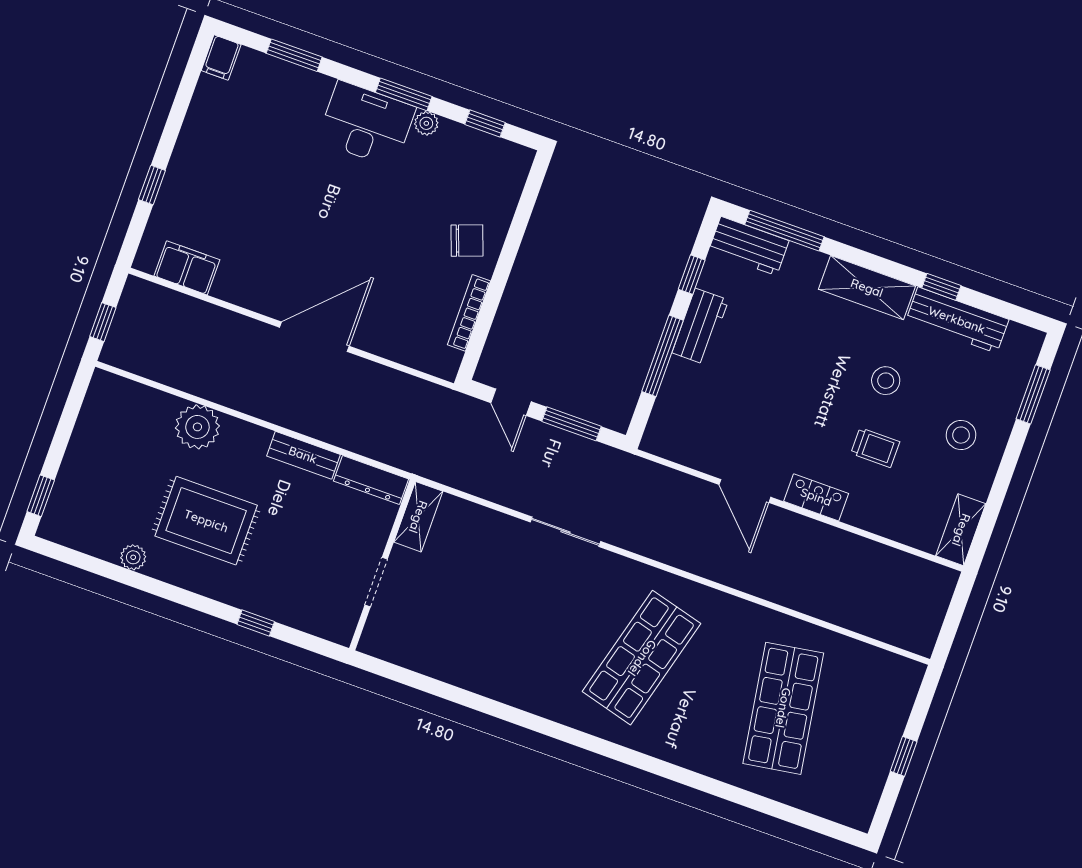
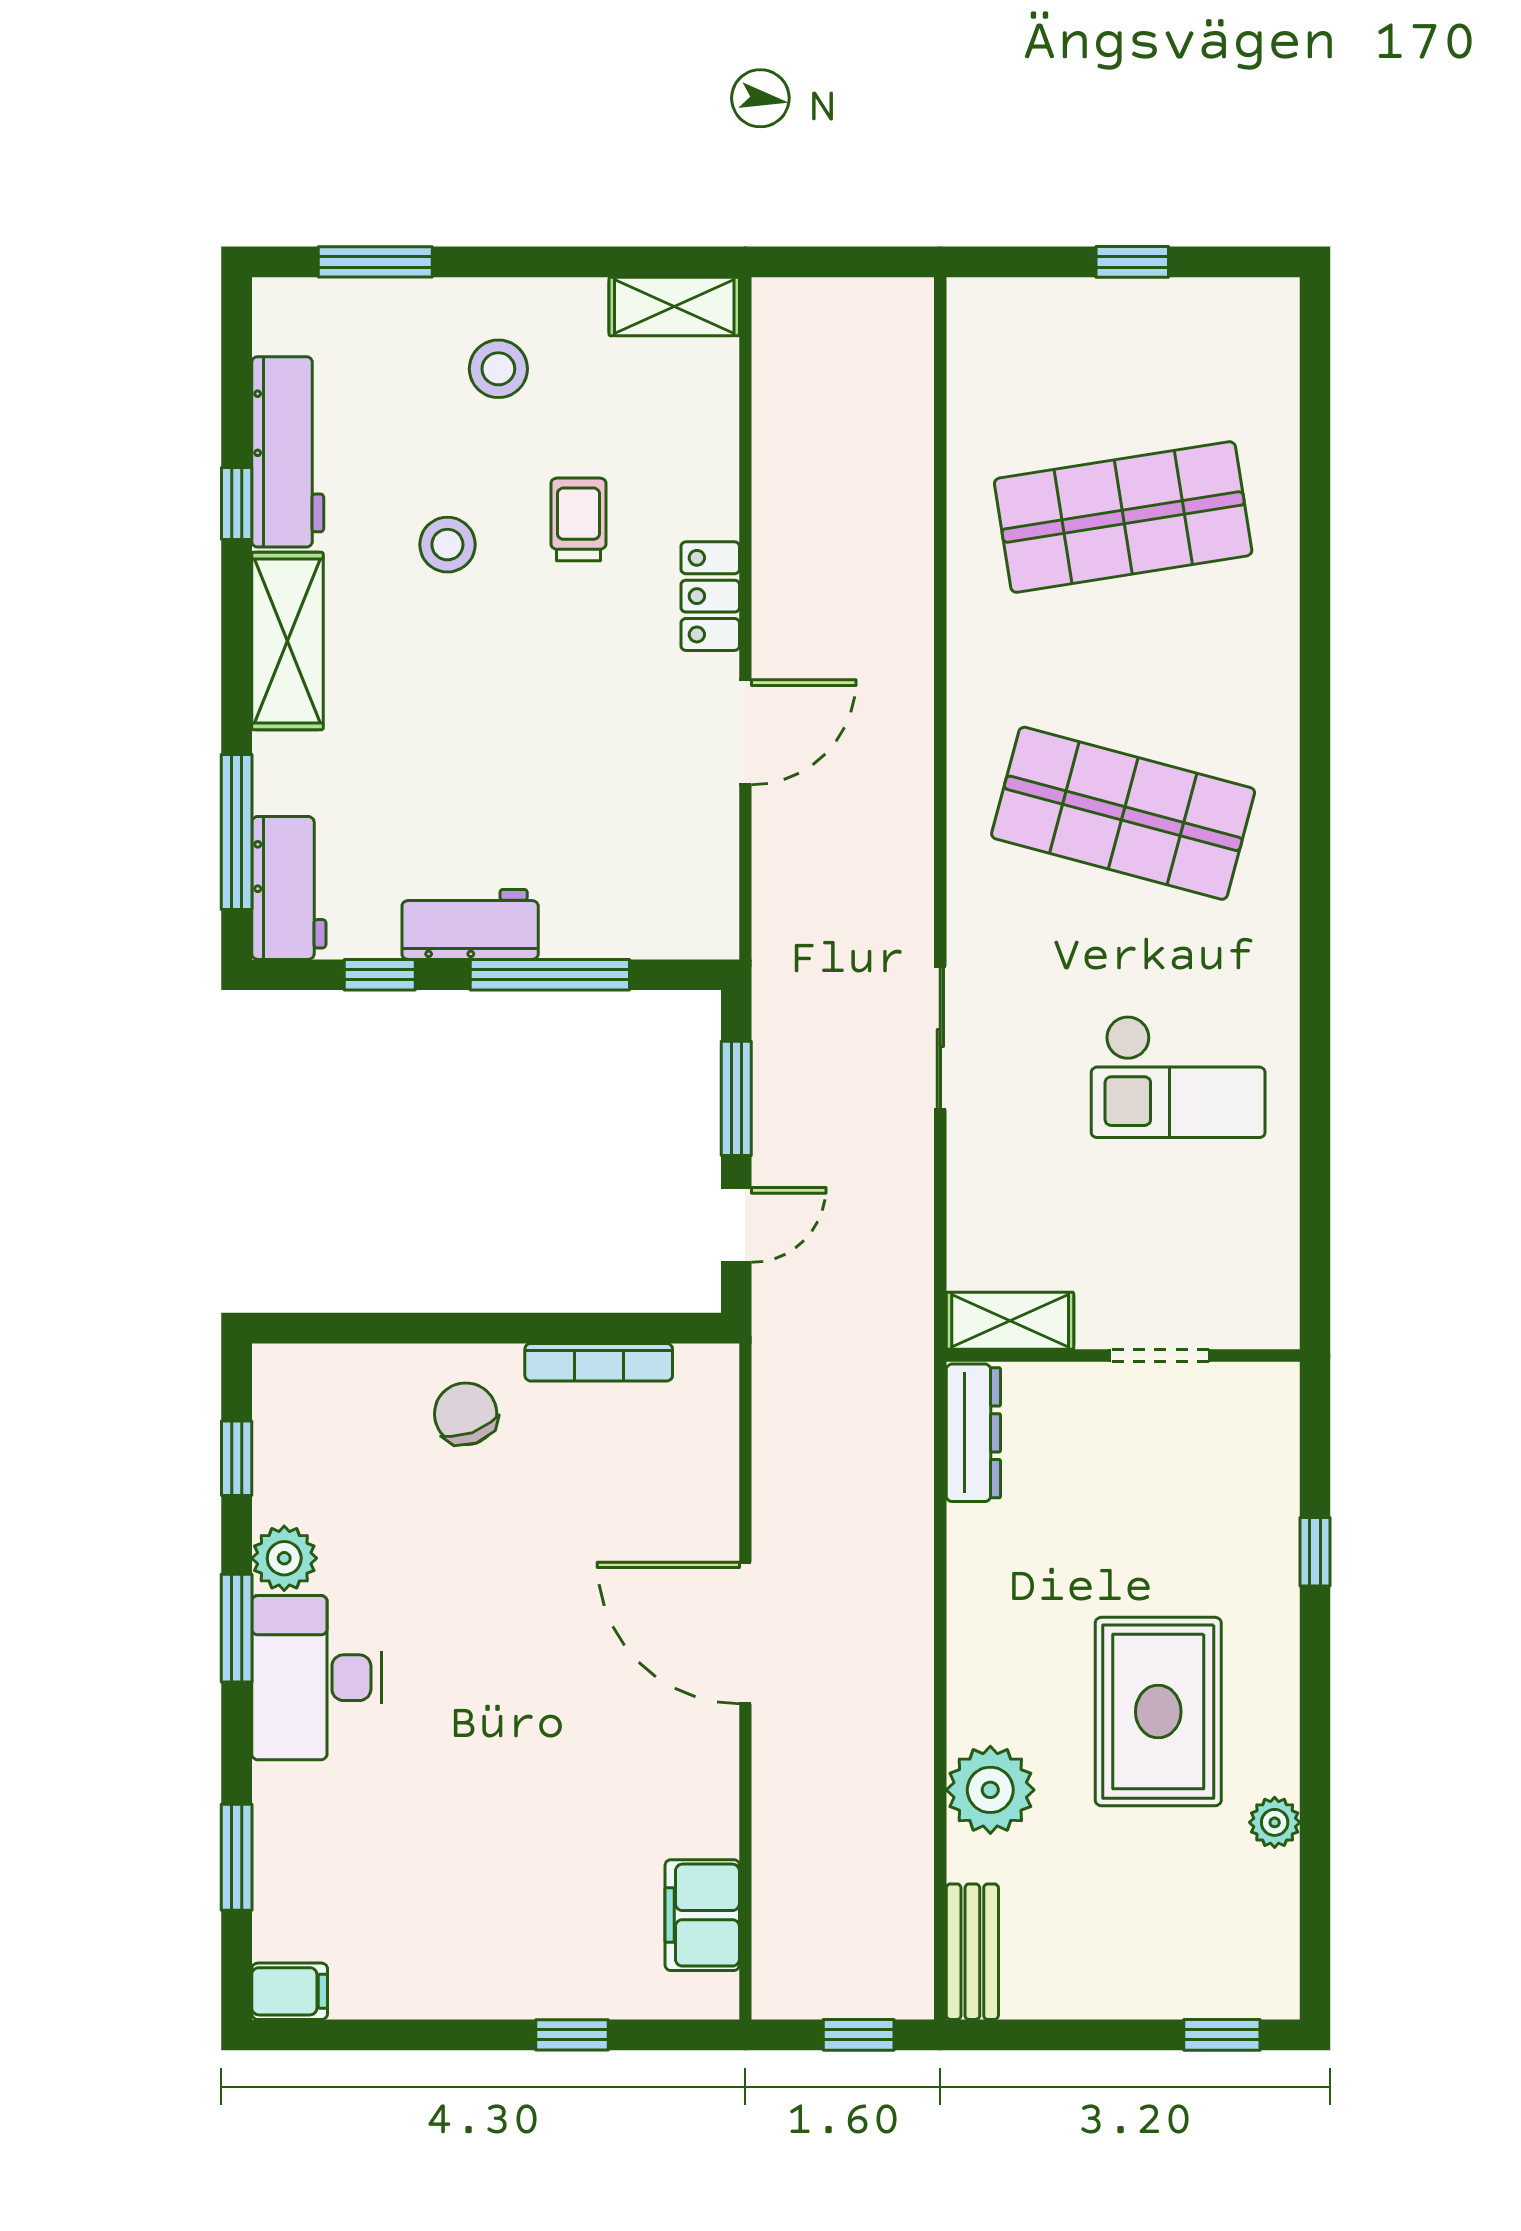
plant: (426, 123) -> (284, 1558), width x1.38, depth x1.38
bench: (303, 455) -> (972, 1952), moved
checkout: (506, 639) -> (1178, 1077), added

